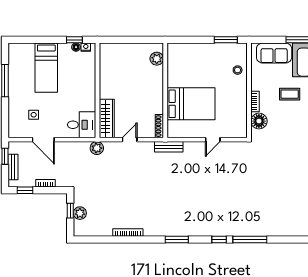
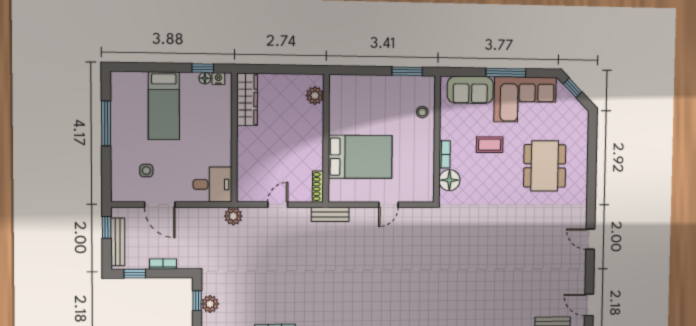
wardrobe: (107, 118) -> (247, 99), moved
bench: (13, 167) -> (118, 242), width x1.36

